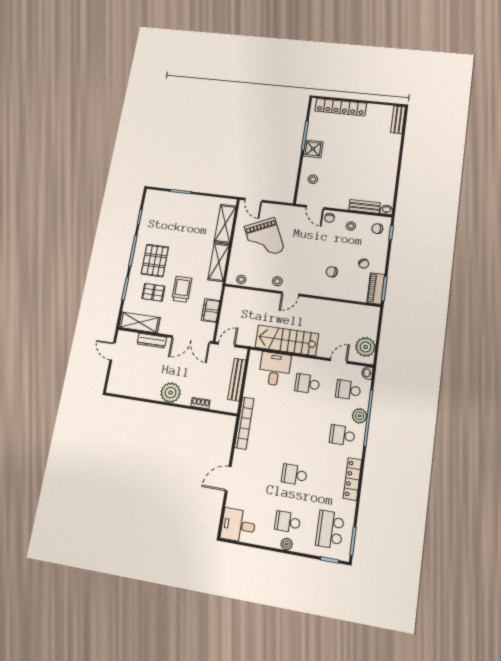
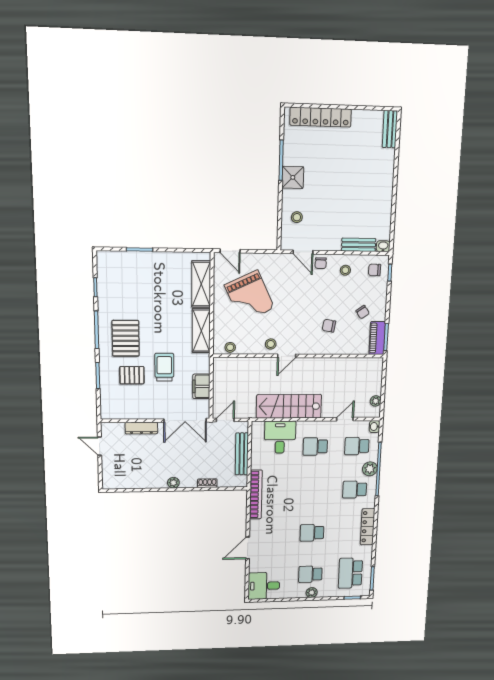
shelving: (139, 322) -> (123, 411), removed
plant: (366, 347) -> (376, 401), width x0.53, depth x0.53
plant: (171, 393) -> (173, 483), width x0.53, depth x0.53

